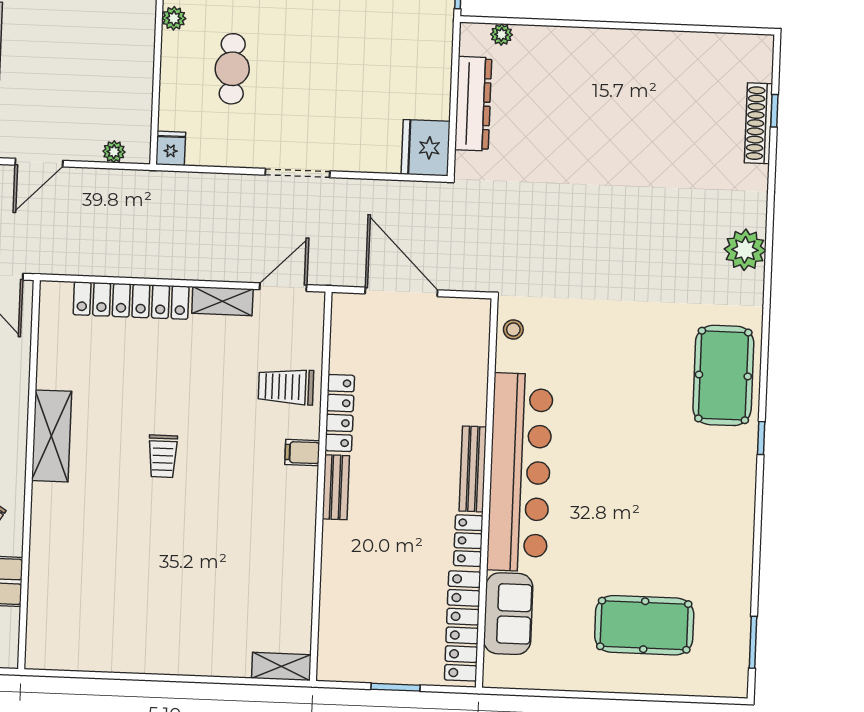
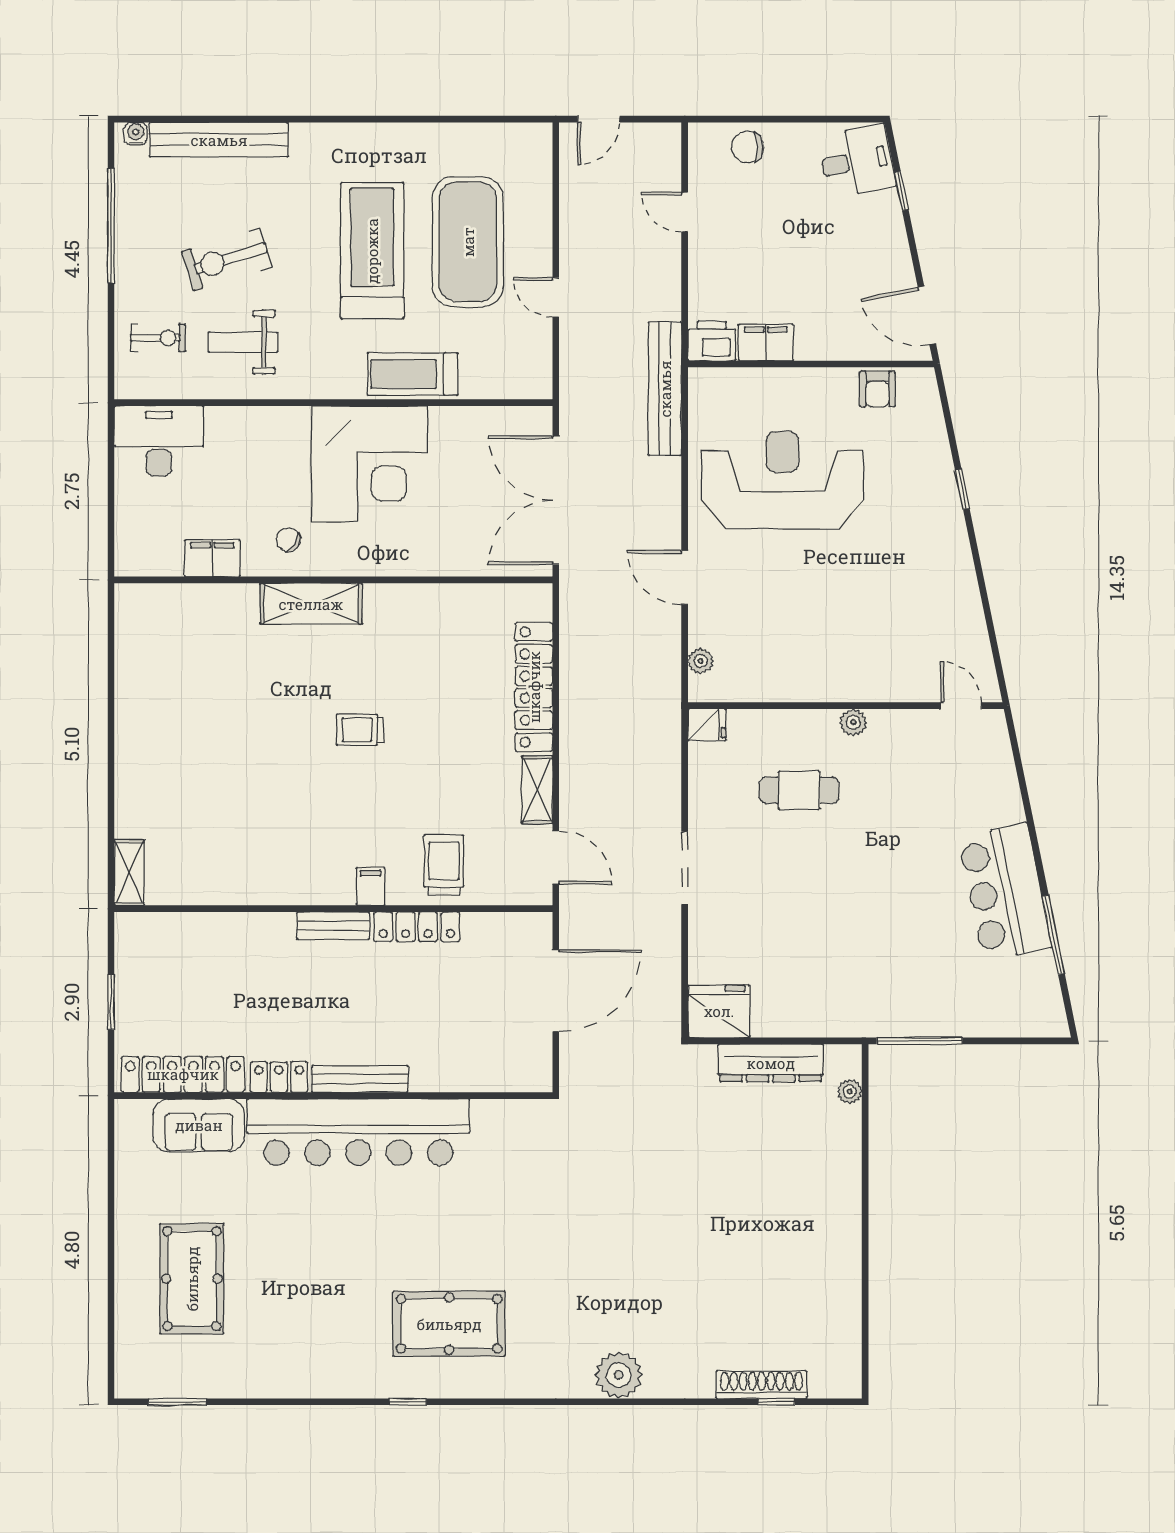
stool: (513, 329) -> (519, 1118), removed
pool table: (723, 375) -> (449, 1324), moved
shelving: (52, 436) -> (311, 604), moved

